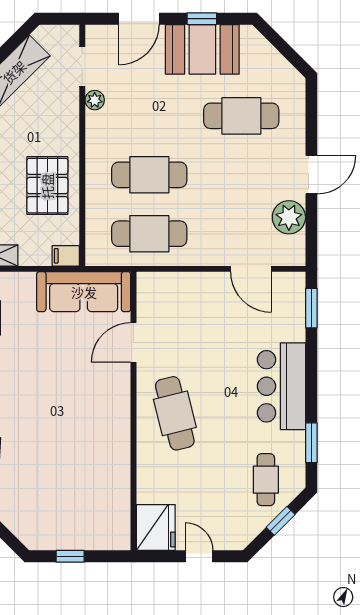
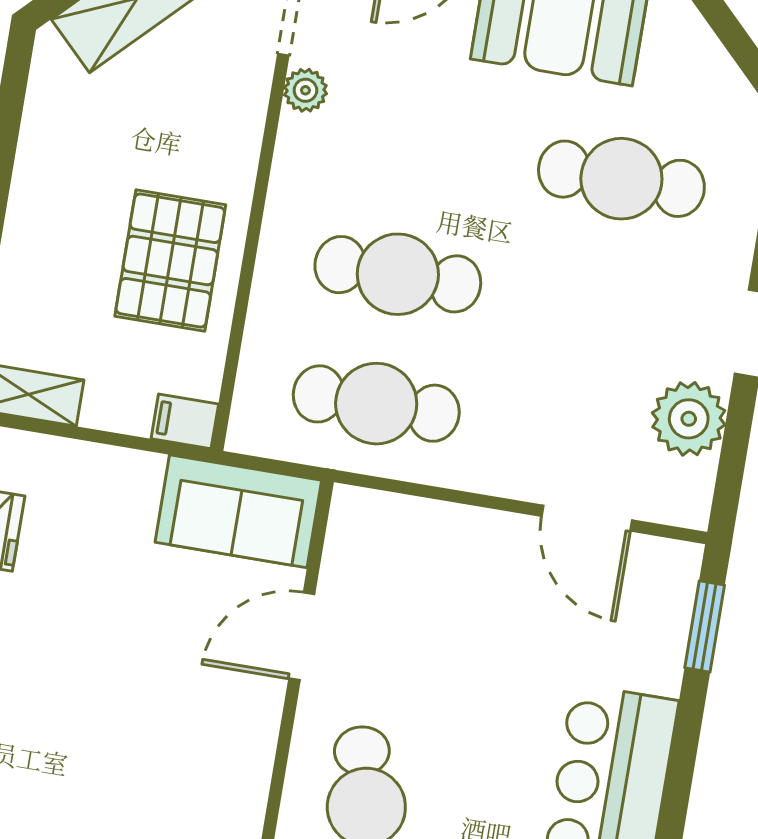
sofa: (84, 292) -> (238, 511), width x0.73

